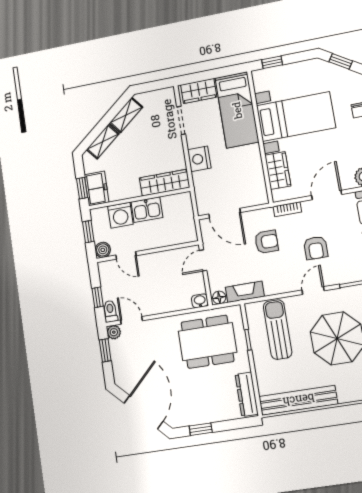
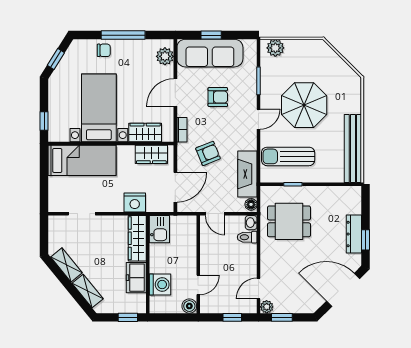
wardrobe: (199, 91) -> (151, 154), moved, turned 90
nightstand: (199, 159) -> (135, 203), moved
freezer: (97, 188) -> (136, 278), moved, turned -90
door: (327, 195) -> (175, 93), hinge flipped
kitchen sink: (147, 210) -> (159, 229), moved
window: (88, 232) -> (170, 317), removed
armchair: (266, 242) -> (208, 153), turned 68
armchair: (316, 248) -> (218, 97), moved
door: (313, 290) -> (259, 119), swing flipped
fireplace: (245, 292) -> (247, 174), width x1.37, depth x1.32
toilet: (110, 311) -> (247, 237), moved
dining table: (207, 342) -> (289, 221), width x0.73
dresser: (247, 394) -> (354, 234), moved, turned 90

